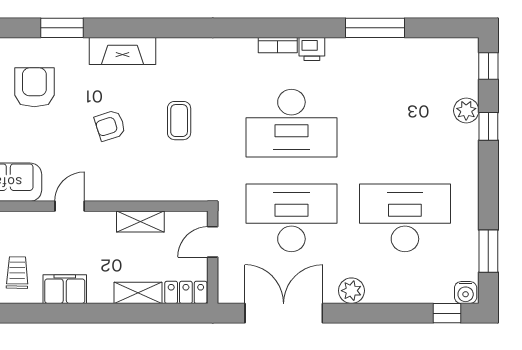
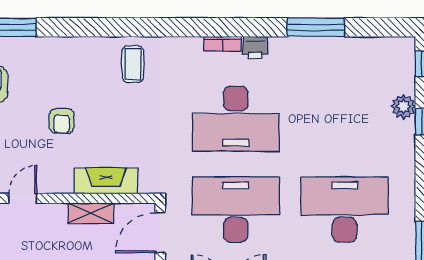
fireplace: (122, 51) -> (106, 181), moved, turned 180
coffee table: (179, 121) -> (133, 64), moved
armchair: (110, 125) -> (62, 121), turned -71
door: (213, 242) -> (160, 233), width x1.38

